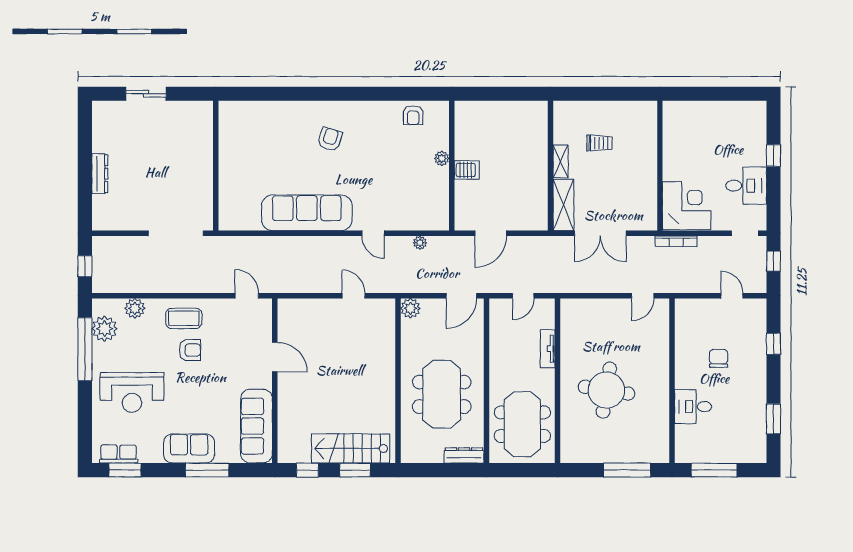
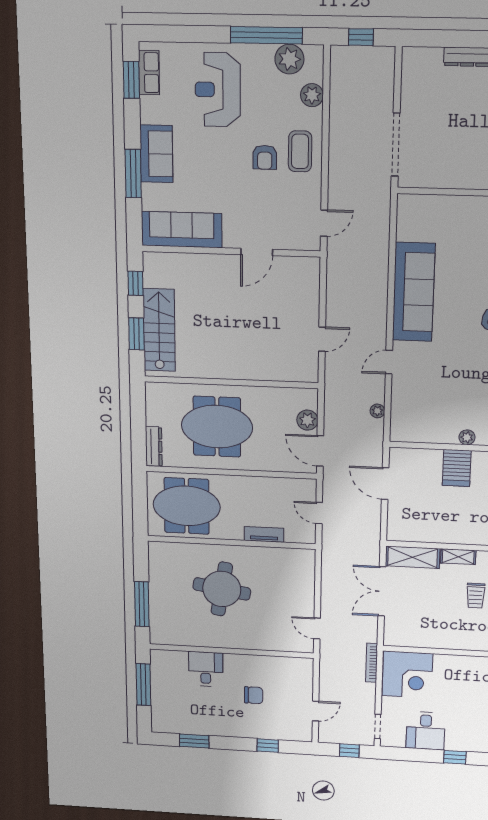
server rack: (467, 170) -> (457, 468), width x1.36, depth x1.44
plant: (410, 308) -> (307, 420), moved

